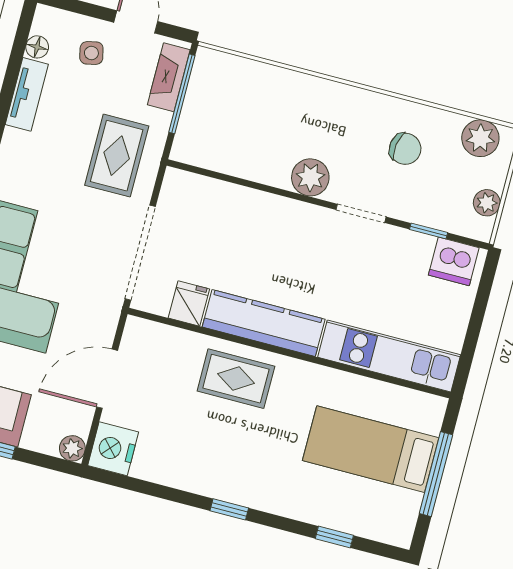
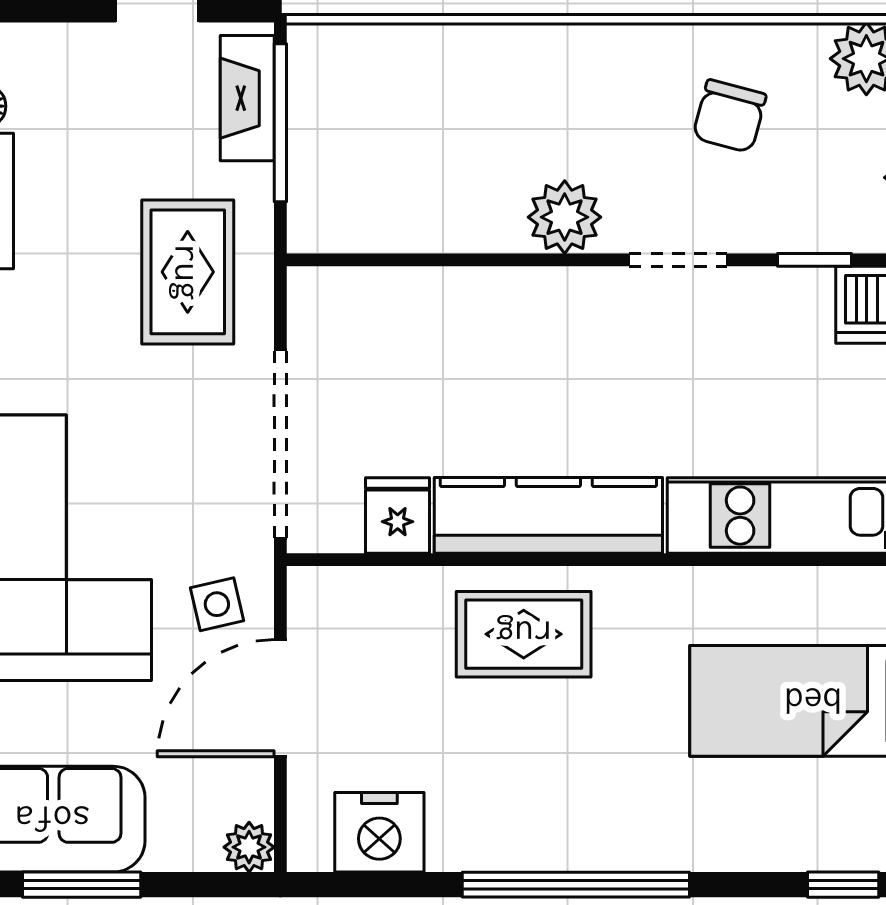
side table: (91, 53) -> (217, 604), moved
chair: (405, 149) -> (729, 116), turned 96
nightstand: (113, 449) -> (379, 832), moved, turned -90
window: (229, 509) -> (576, 885), width x3.17
window: (334, 537) -> (843, 885), moved

